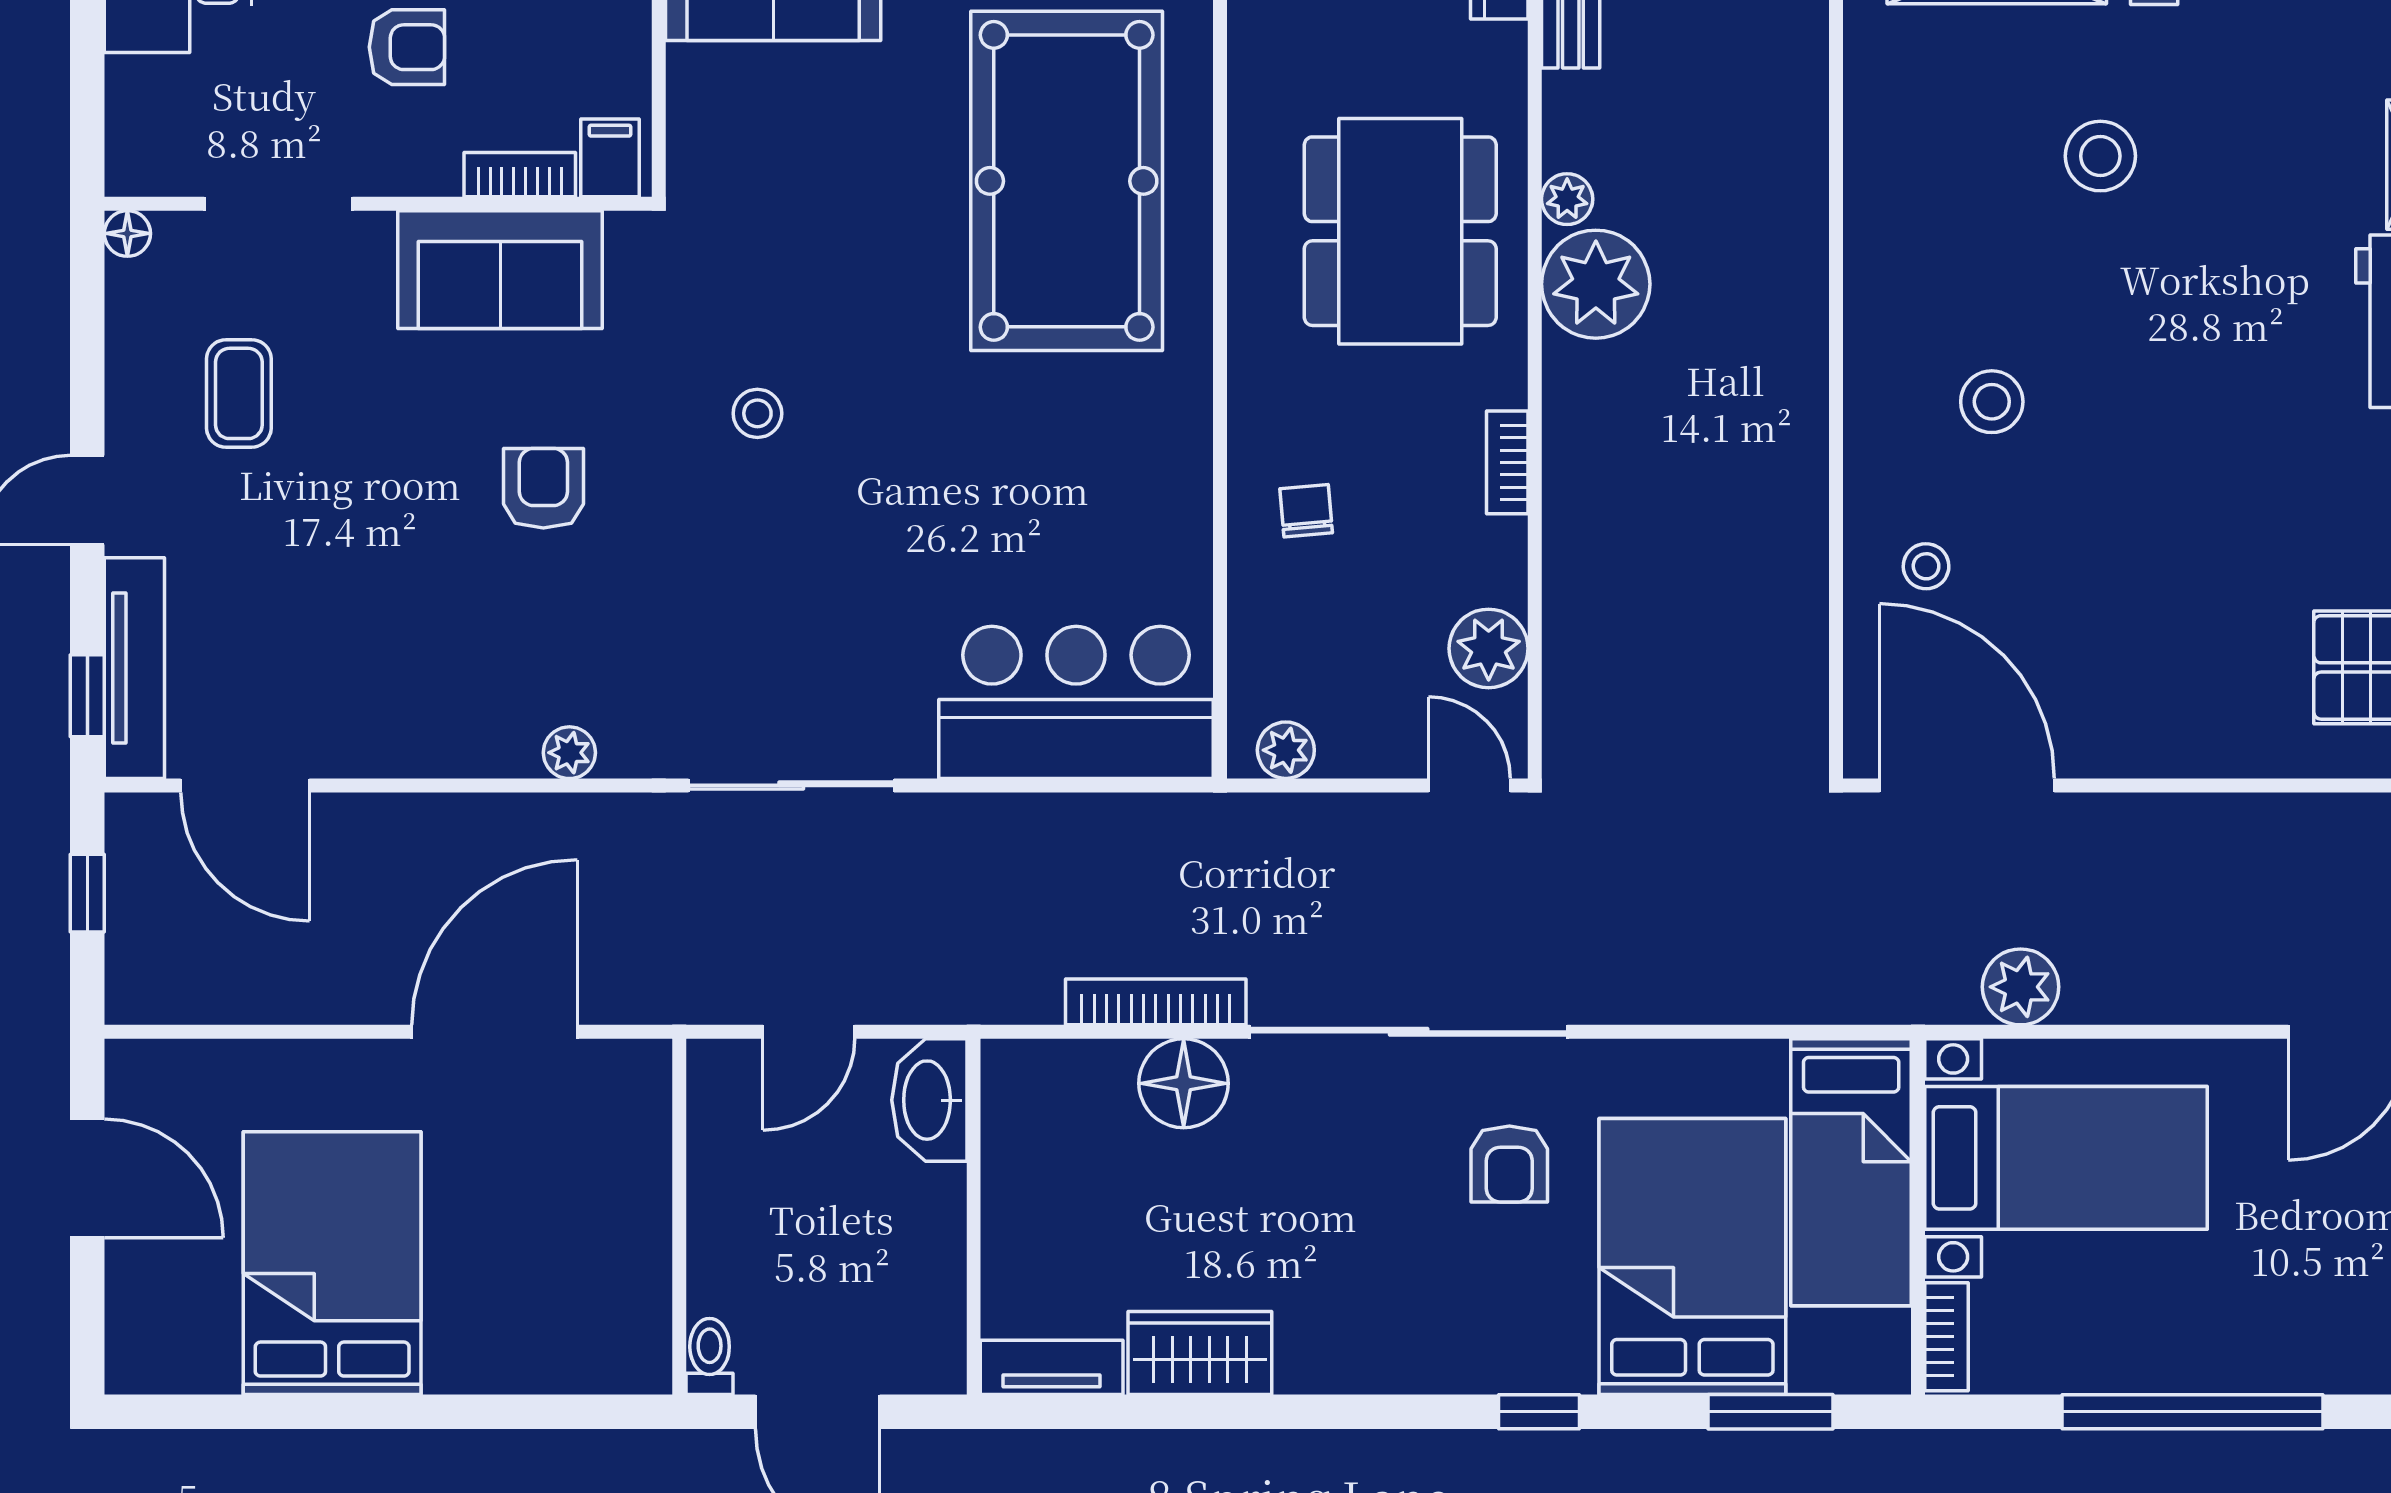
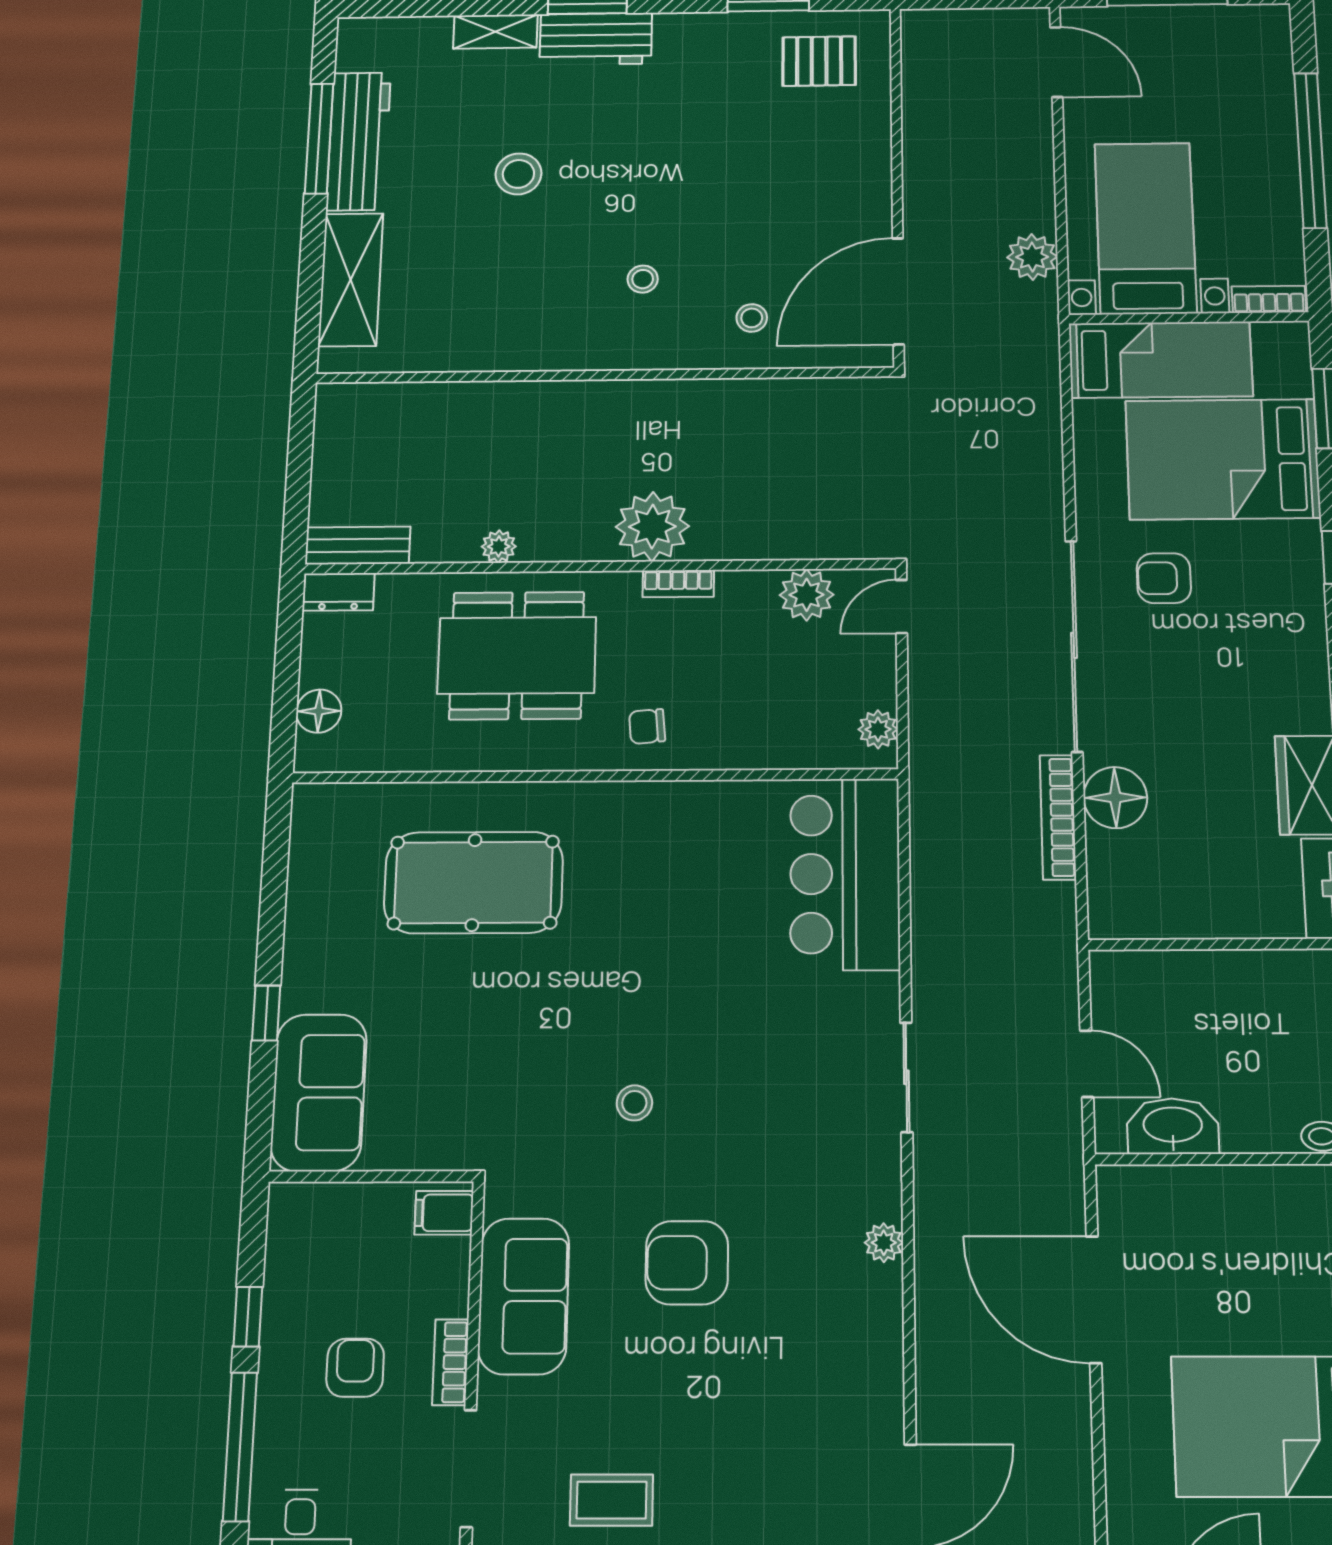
stool: (2100, 156) -> (518, 174), moved
bookcase: (520, 175) -> (451, 1362), moved
pool table: (1067, 181) -> (473, 882), width x0.73, depth x0.76
plant: (1596, 284) -> (652, 527), moved
stool: (1992, 402) -> (643, 279), width x0.73, depth x0.73
armchair: (543, 488) -> (687, 1263), width x1.38, depth x1.38
chair: (1306, 511) -> (647, 726), moved
sliding door: (791, 785) -> (906, 1077), width x0.73
washbasin: (929, 1100) -> (1173, 1126), moved, turned 180
armchair: (1509, 1164) -> (1164, 578), turned 180

